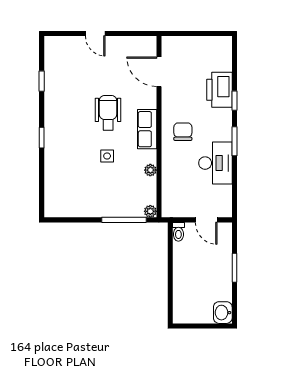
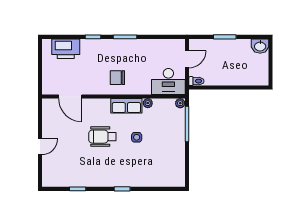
door: (159, 72) -> (70, 96), hinge flipped
printer: (219, 90) -> (66, 49), moved
row of seats: (147, 129) -> (126, 106), moved
desk: (215, 163) -> (168, 81), moved, turned 180

